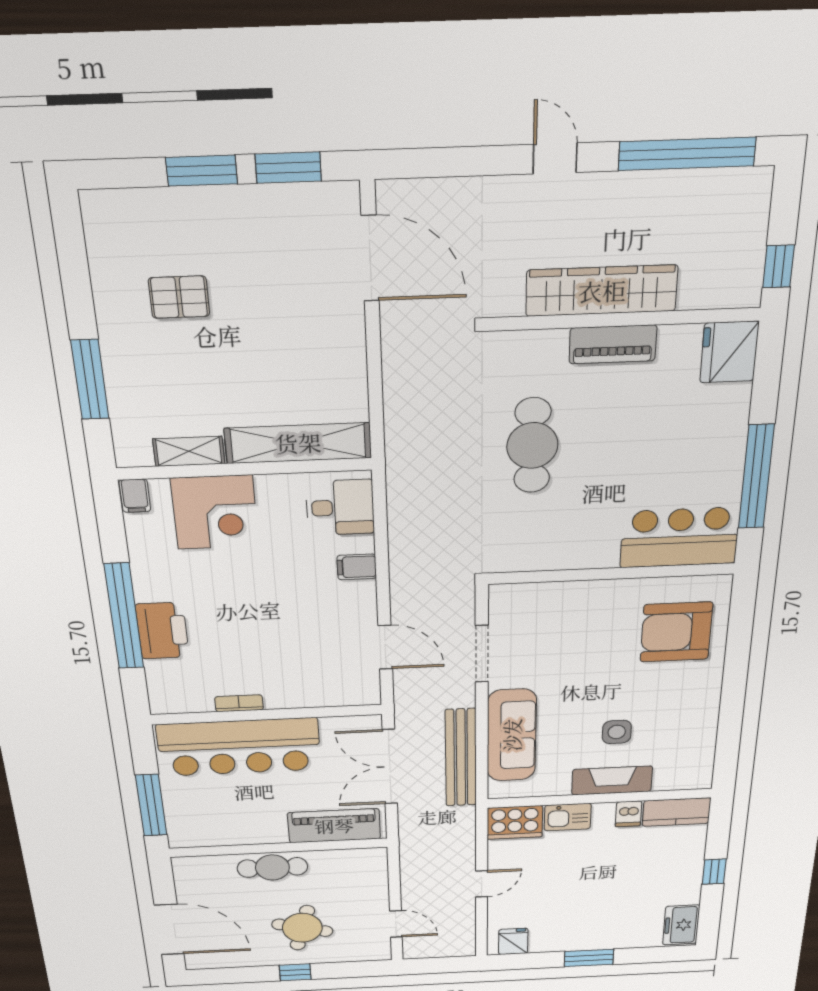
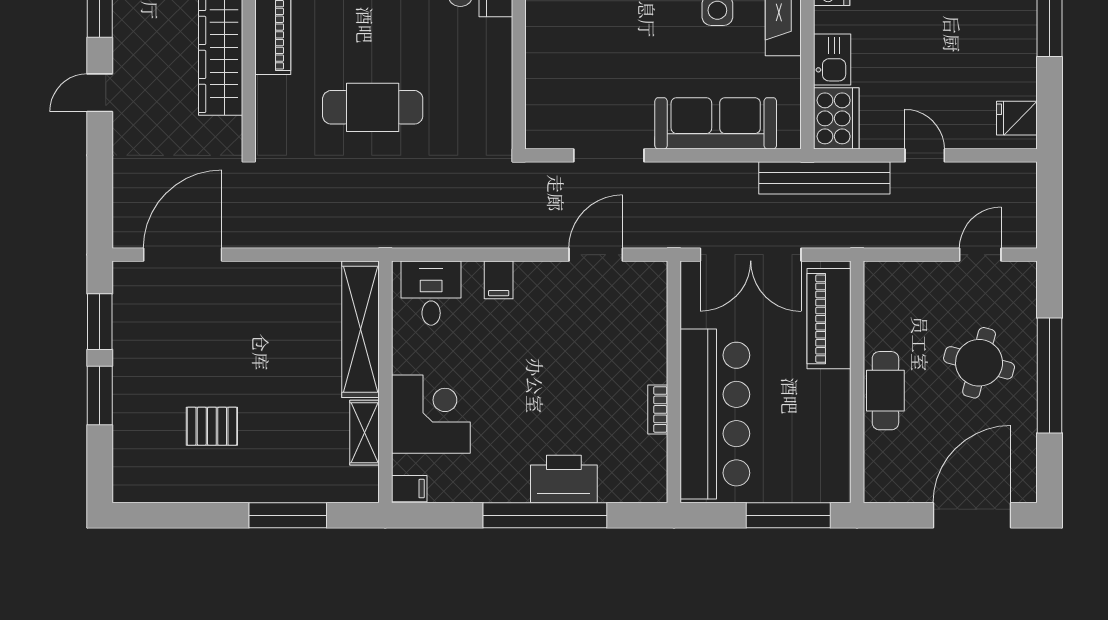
pallet: (179, 297) -> (212, 426), turned 90
bench: (461, 758) -> (824, 178), moved
window: (295, 972) -> (1049, 375), width x3.17

